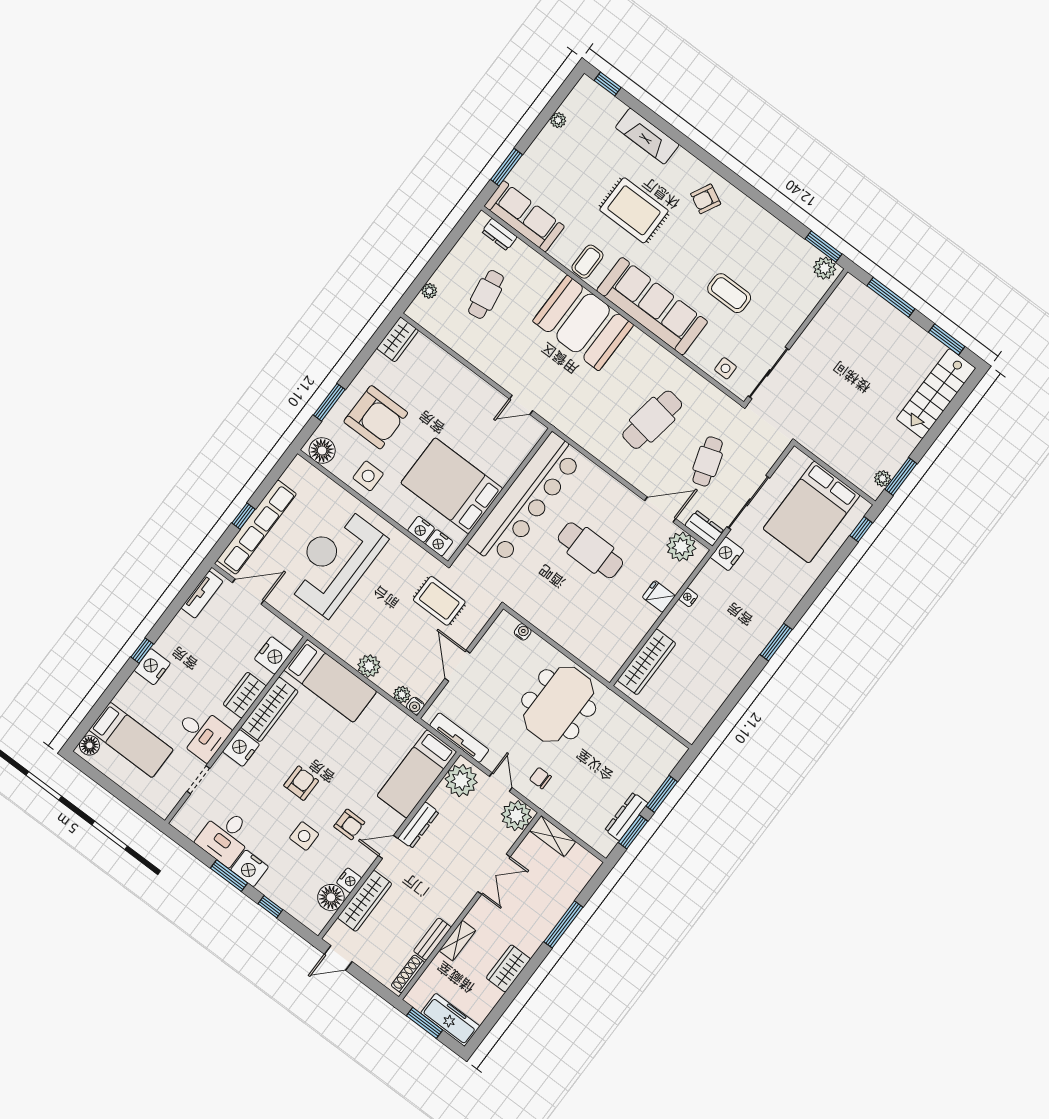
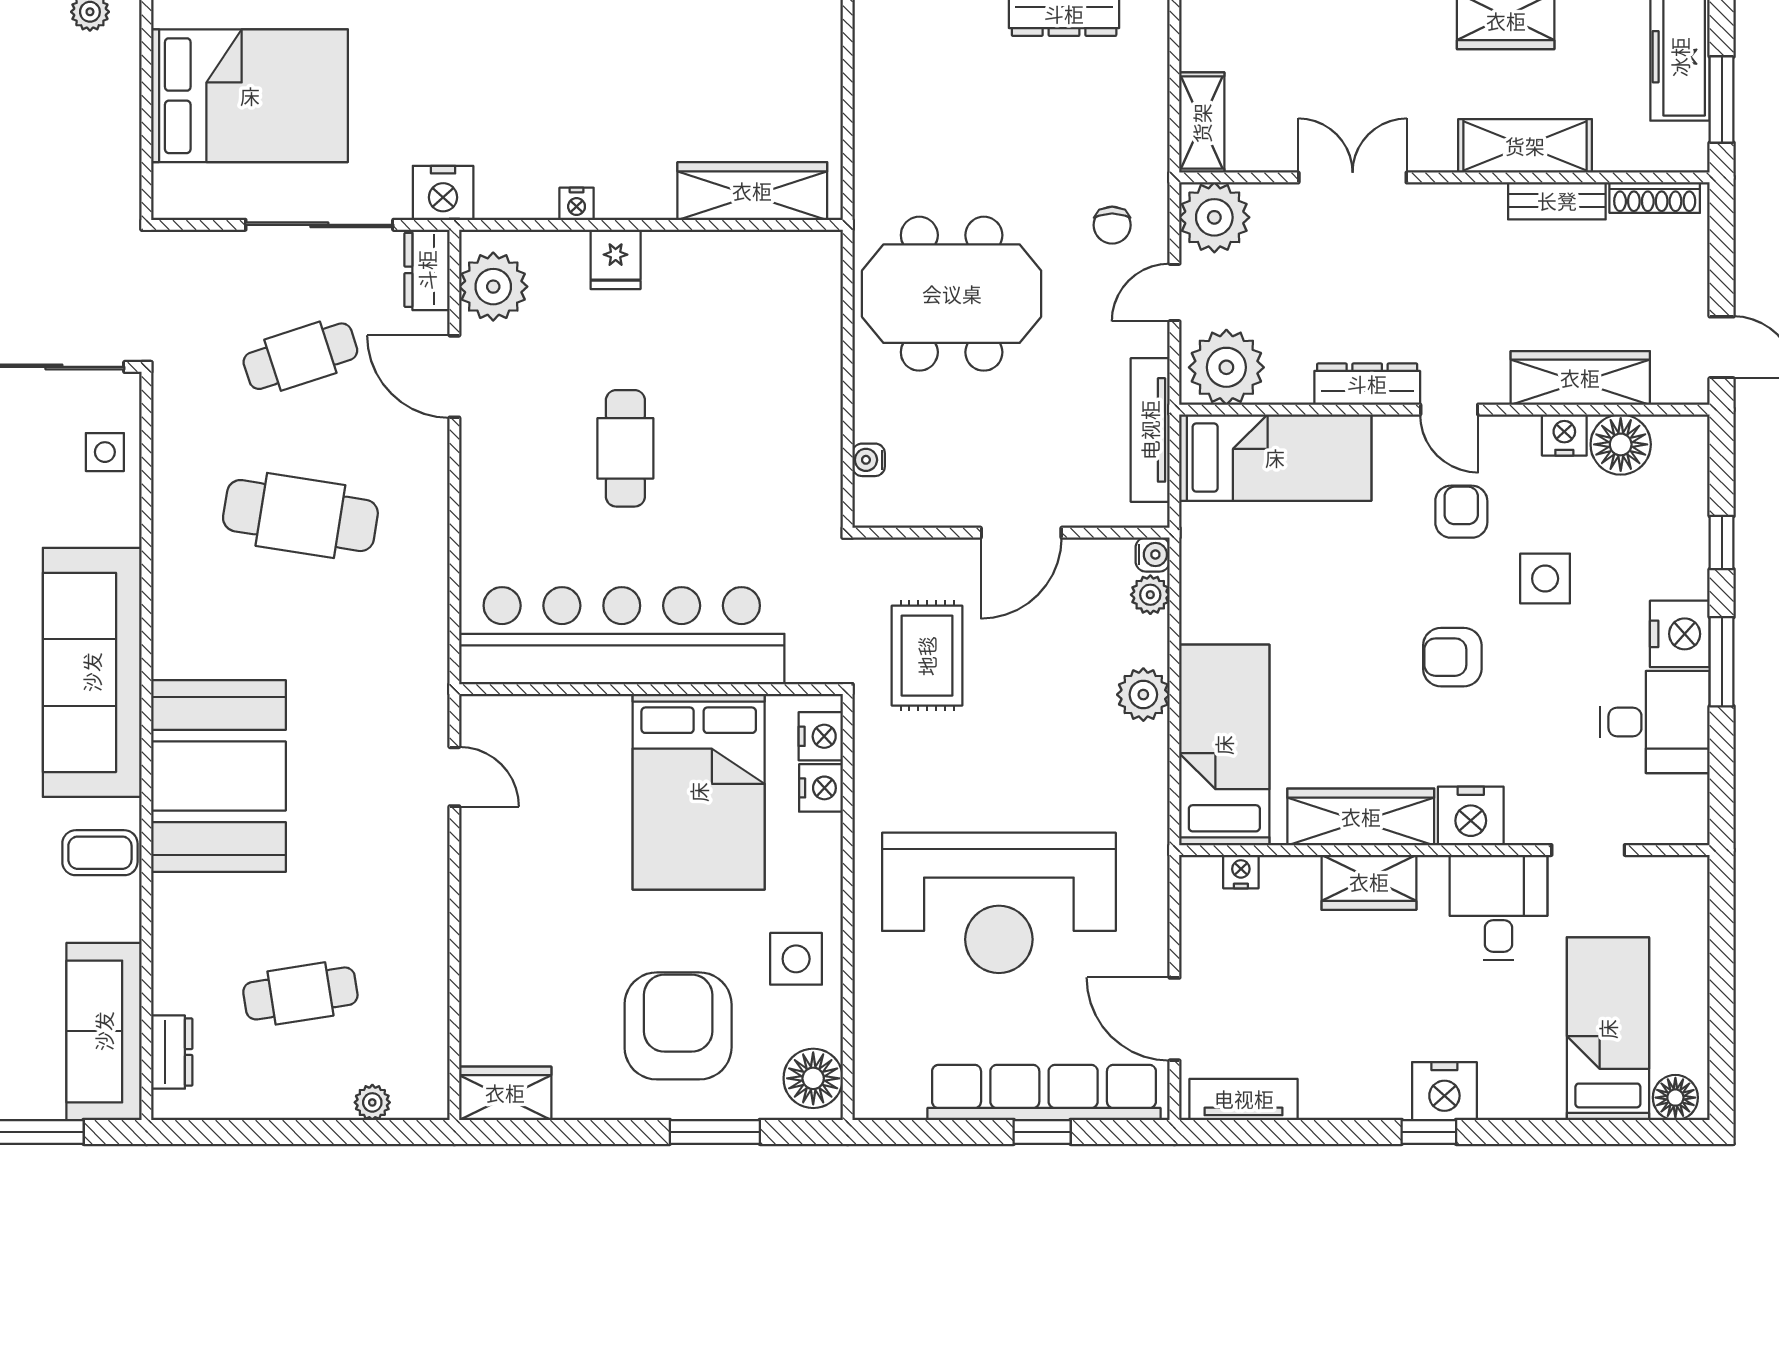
cafe table: (590, 550) -> (625, 448), width x0.73, depth x0.74
nightstand: (273, 655) -> (1241, 872), width x0.53, depth x0.56
shelving: (457, 941) -> (1525, 146), width x1.50, depth x1.33

